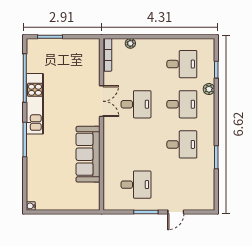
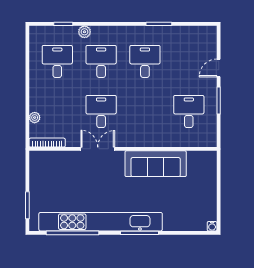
kitchen unit: (35, 104) -> (101, 222), width x1.86
door: (176, 212) -> (219, 68), swing flipped

